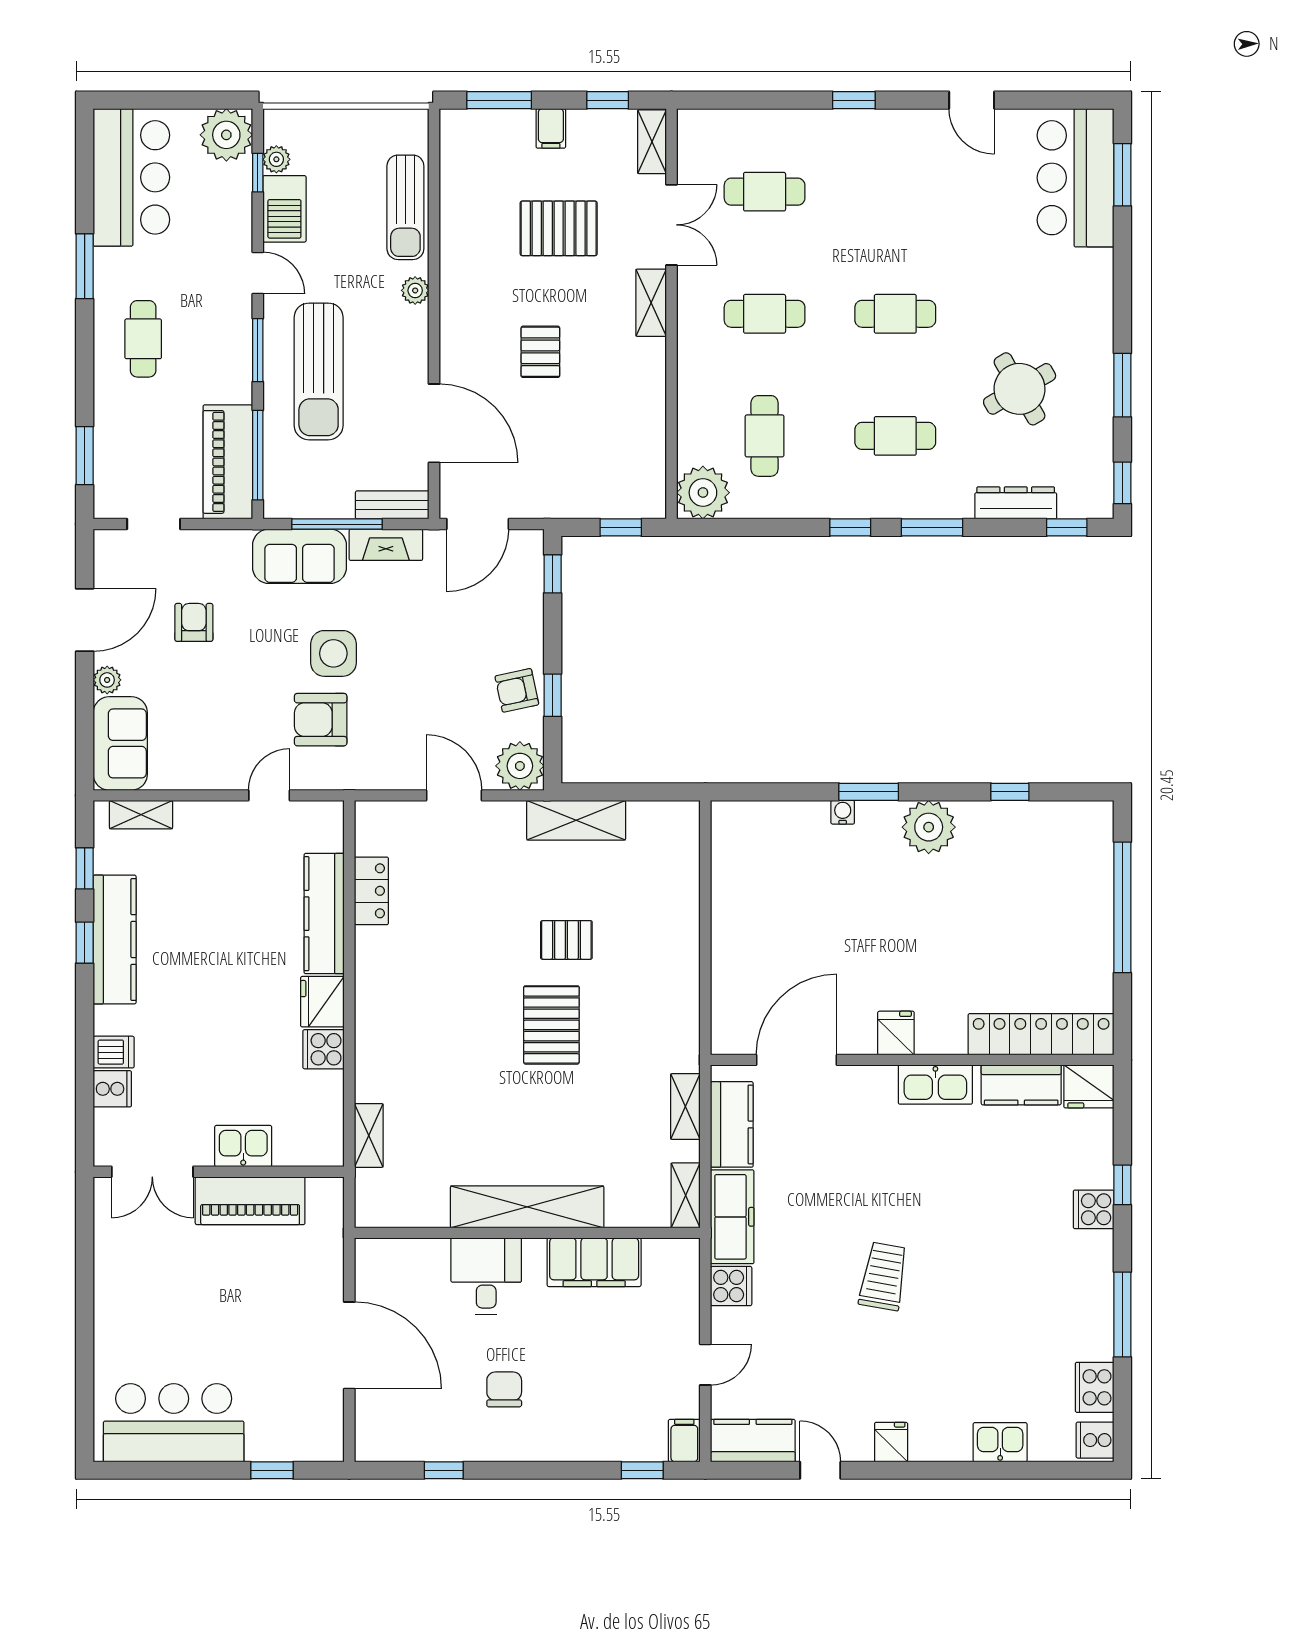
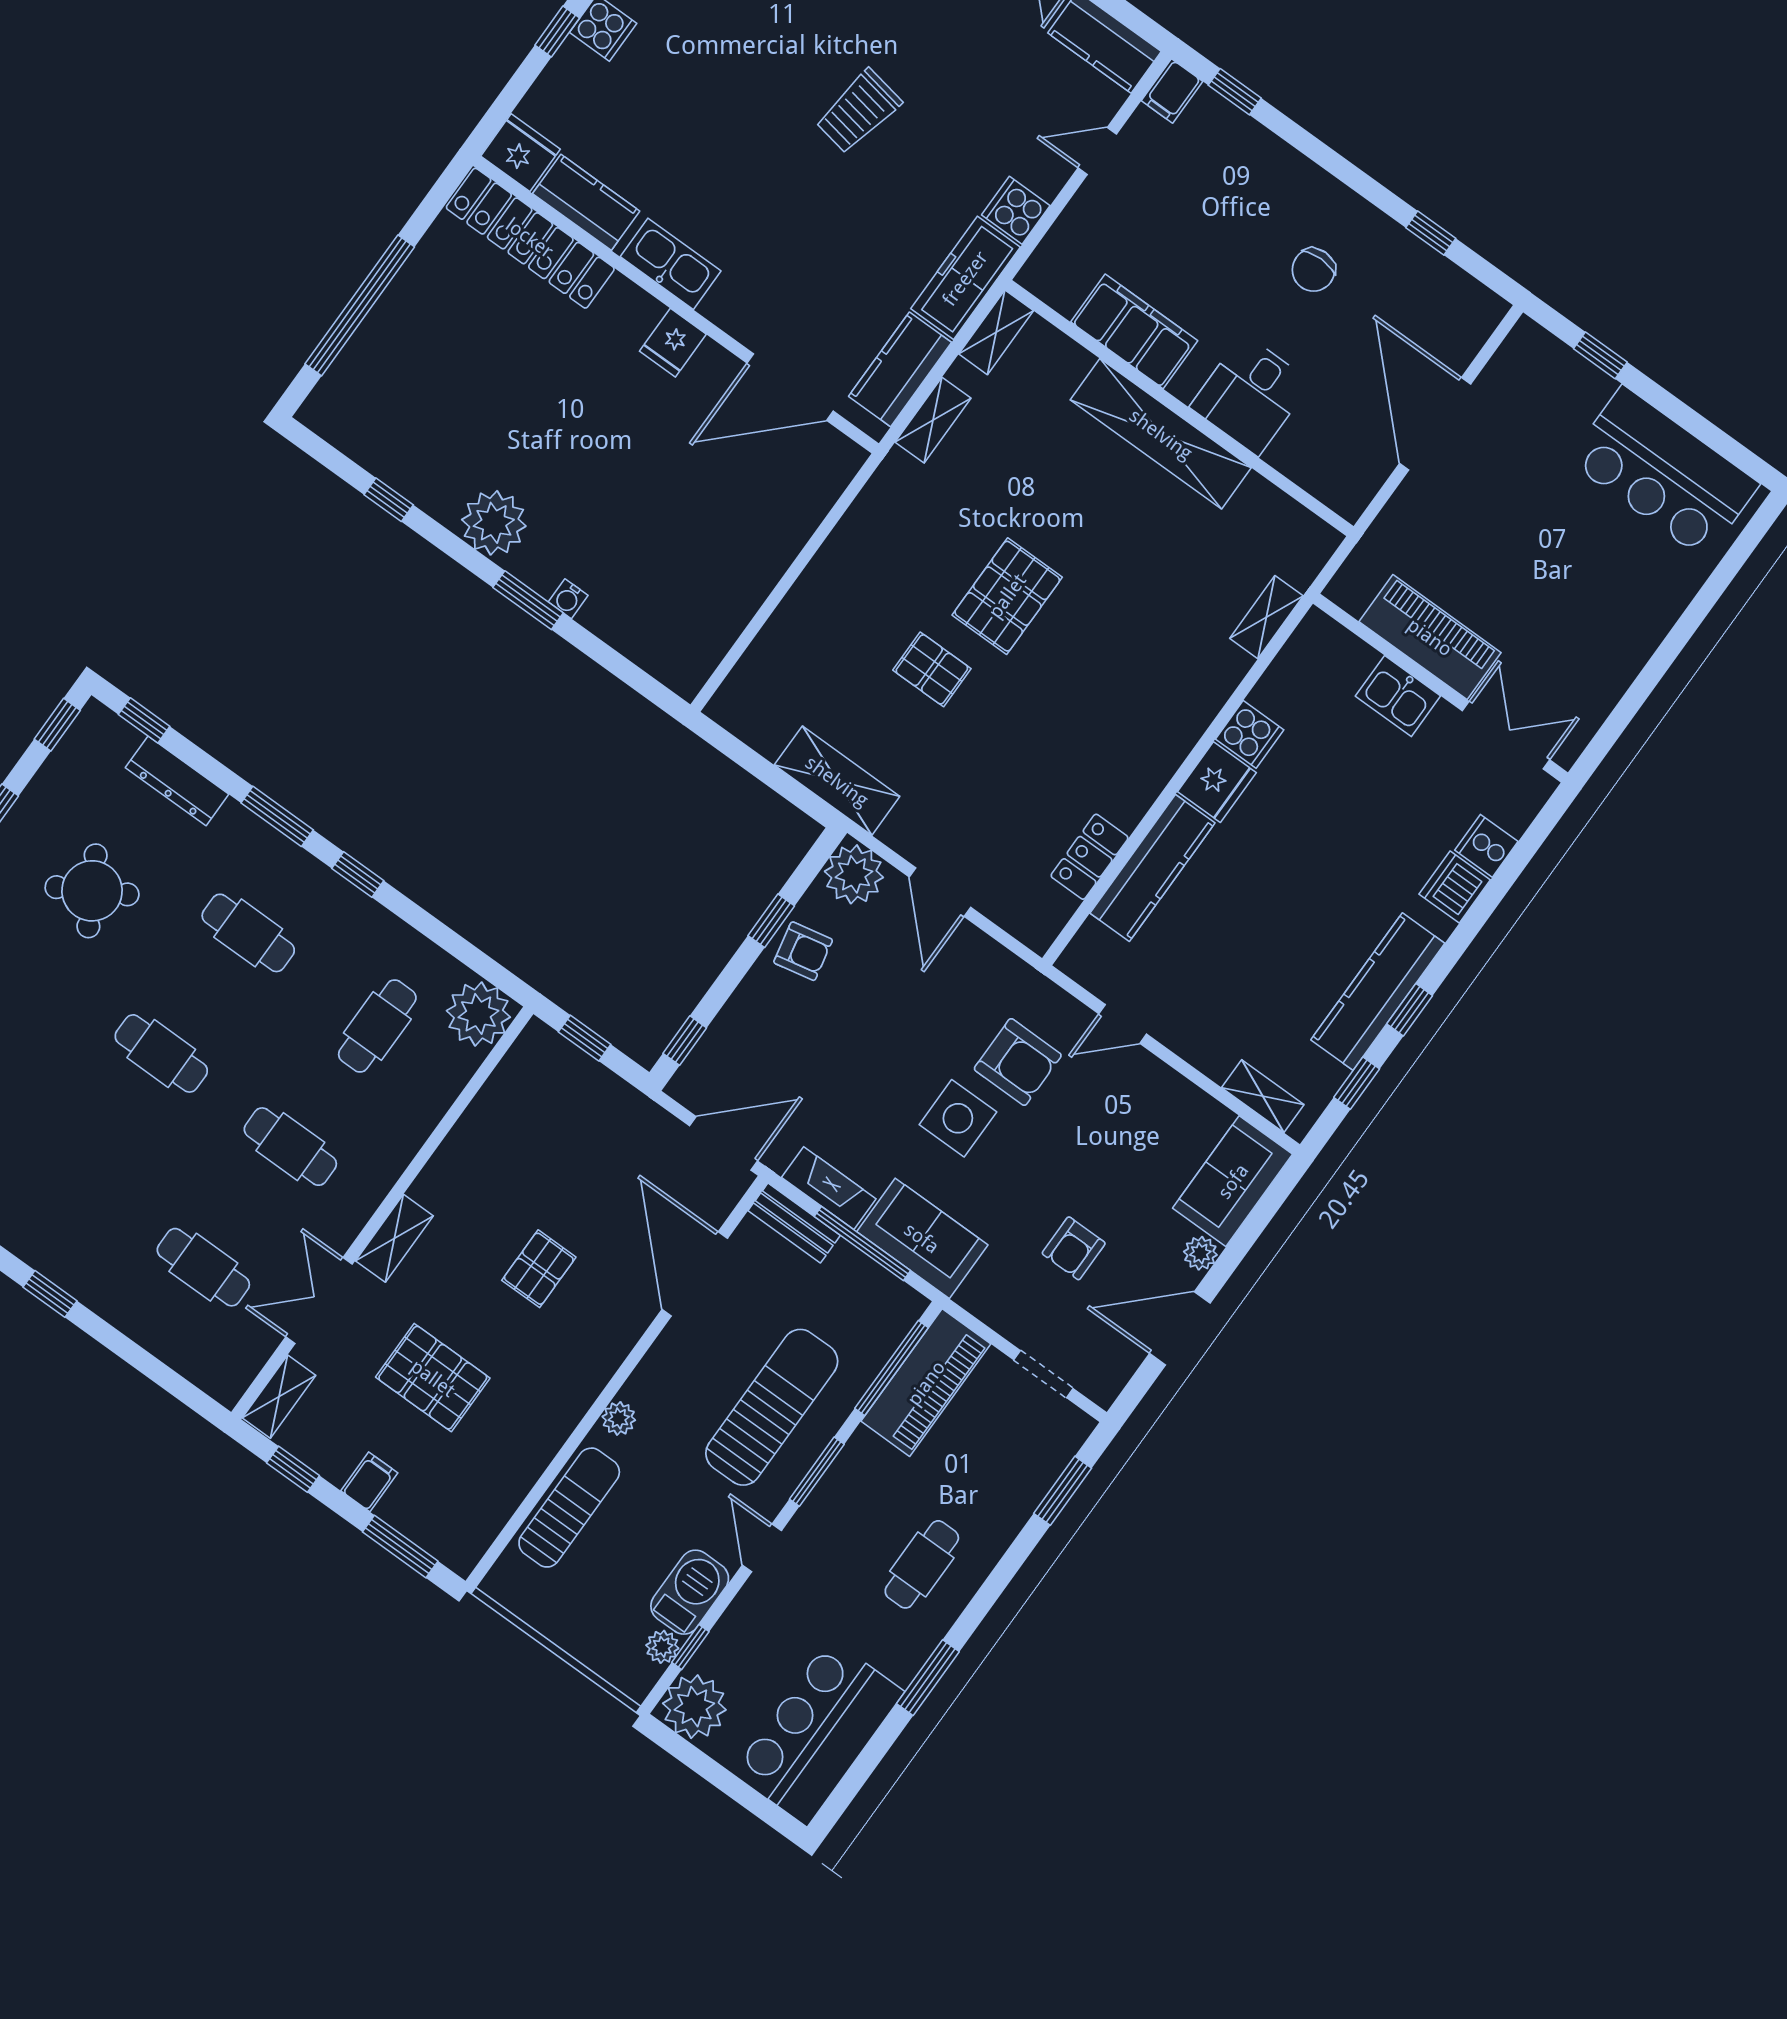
dishwasher: (114, 1052) -> (1455, 887), width x1.38

